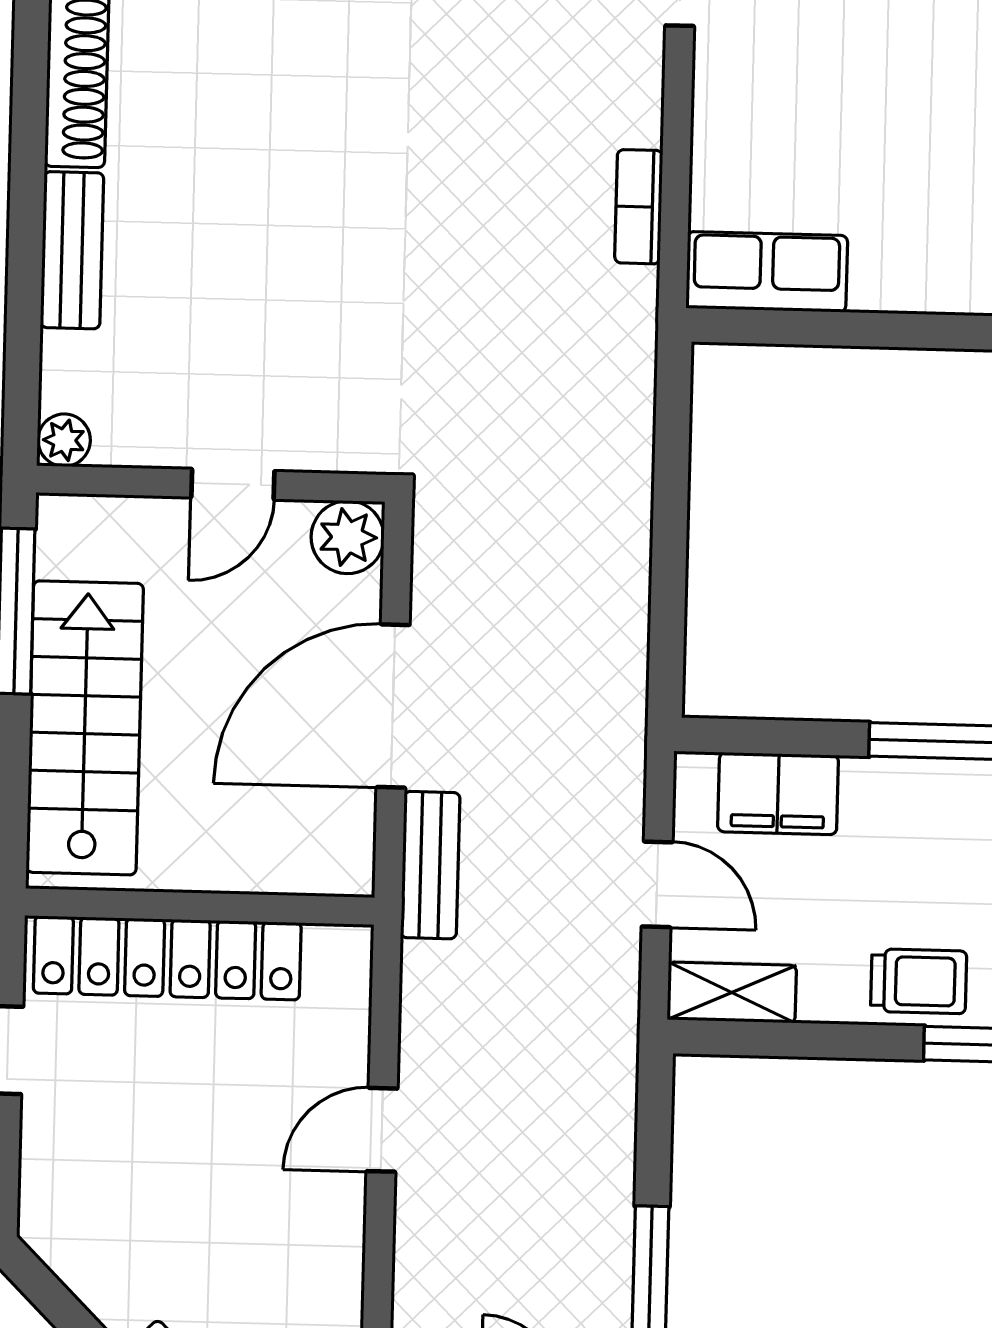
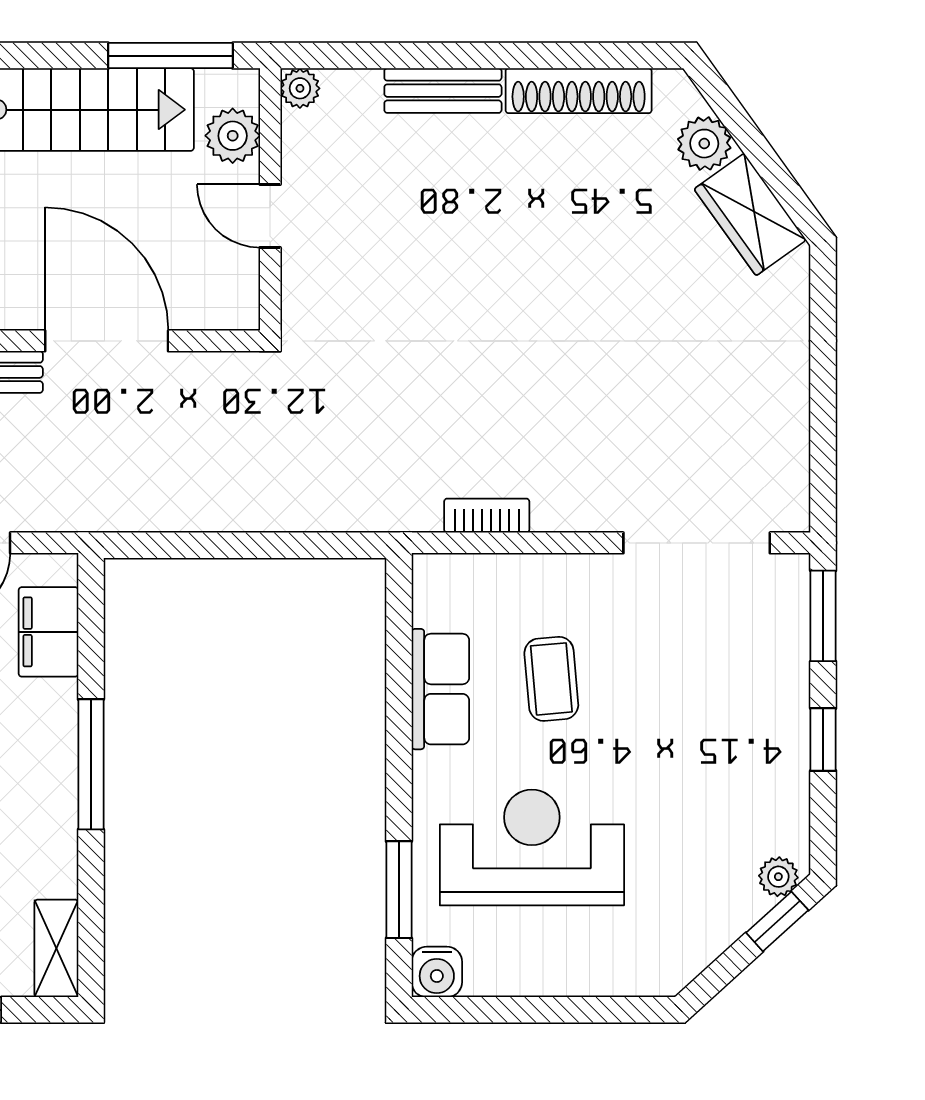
coffee table: (858, 127) -> (551, 679), added
row of seats: (767, 272) -> (440, 689), moved
plant: (348, 537) -> (233, 136), moved

